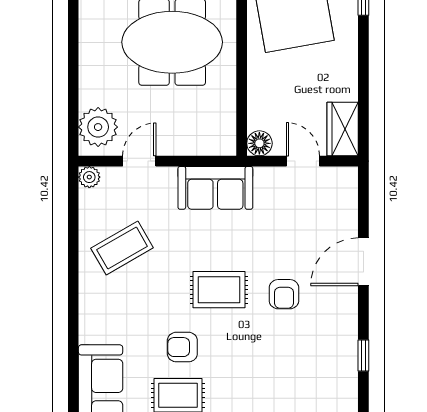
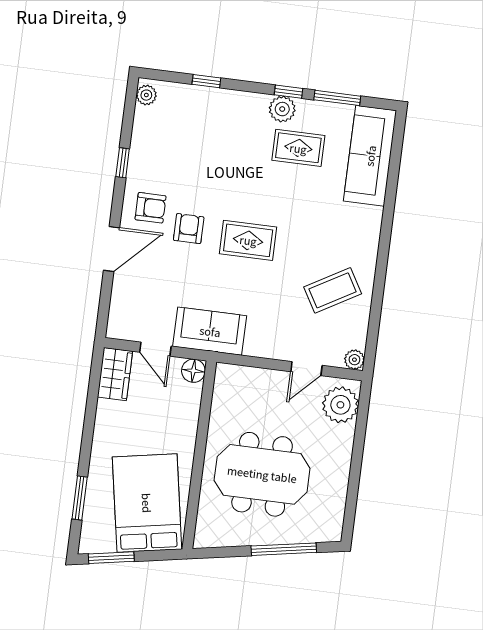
sofa: (215, 188) -> (210, 331), moved
armchair: (182, 347) -> (151, 208), moved

